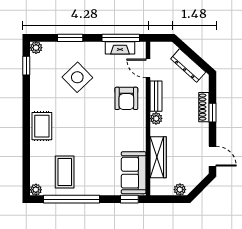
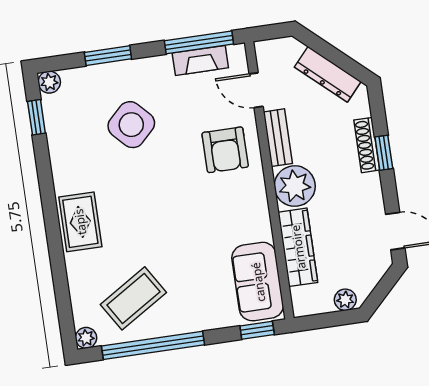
plant: (156, 118) -> (295, 186), width x1.88, depth x1.88
coffee table: (65, 172) -> (133, 298), turned 58

